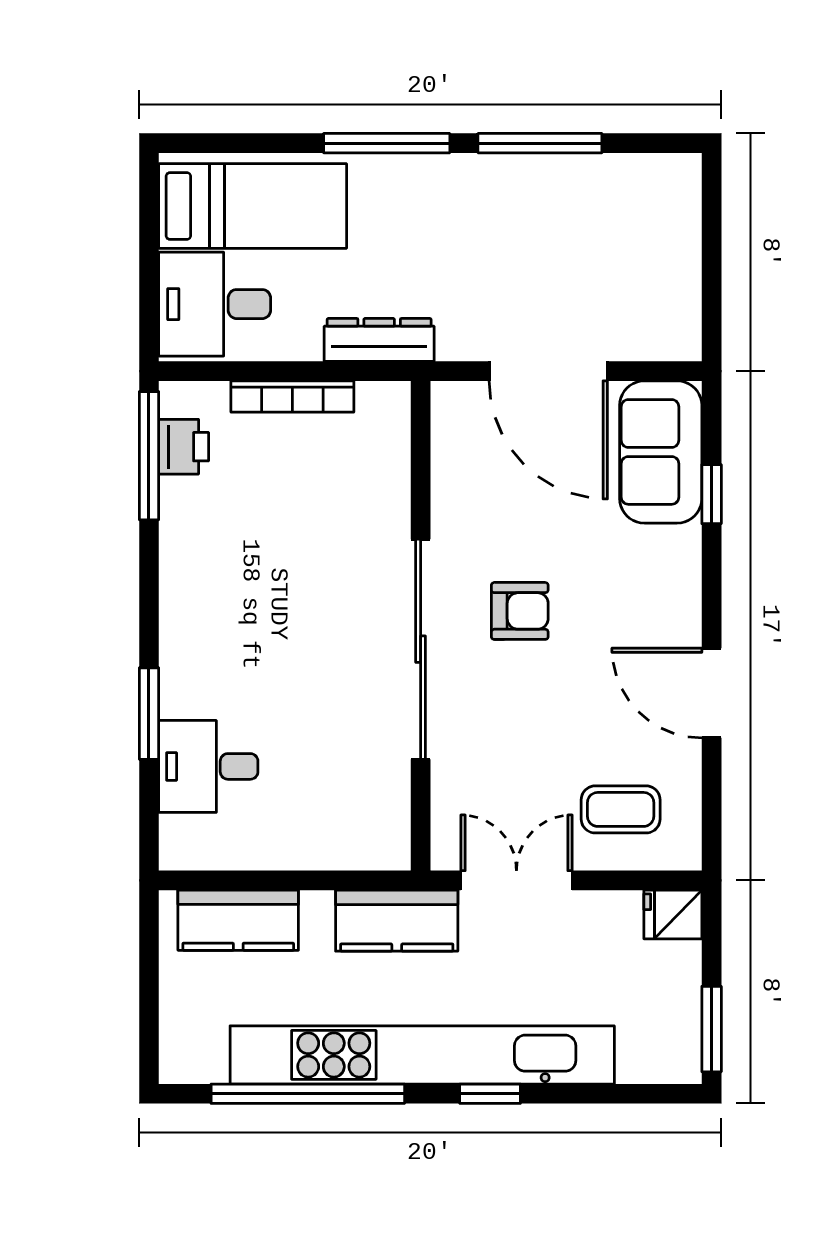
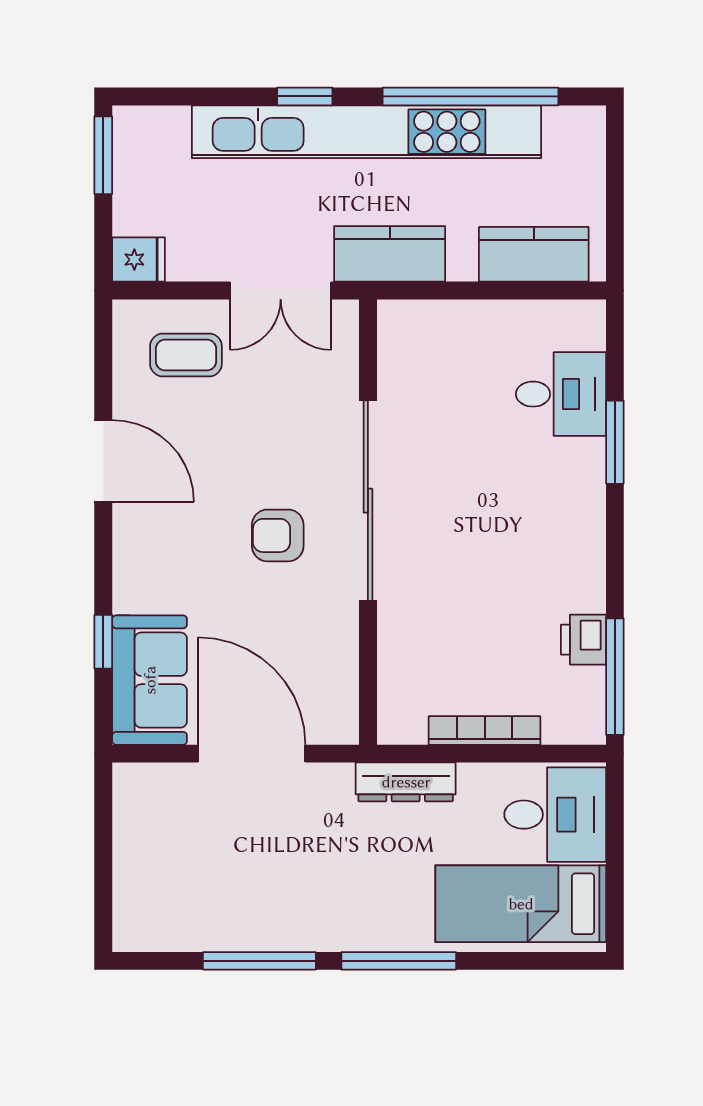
printer: (184, 447) -> (583, 640), moved

